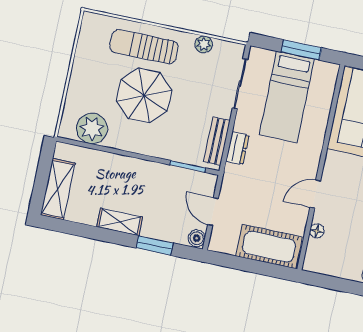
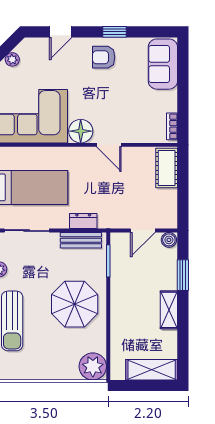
parasol: (144, 95) -> (75, 304), moved
plant: (92, 129) -> (93, 366), moved
floor lamp: (317, 231) -> (81, 131), moved, width x1.89, depth x1.89
cot: (269, 247) -> (167, 168), width x0.73, depth x0.75
bookcase: (321, 268) -> (172, 126), added

